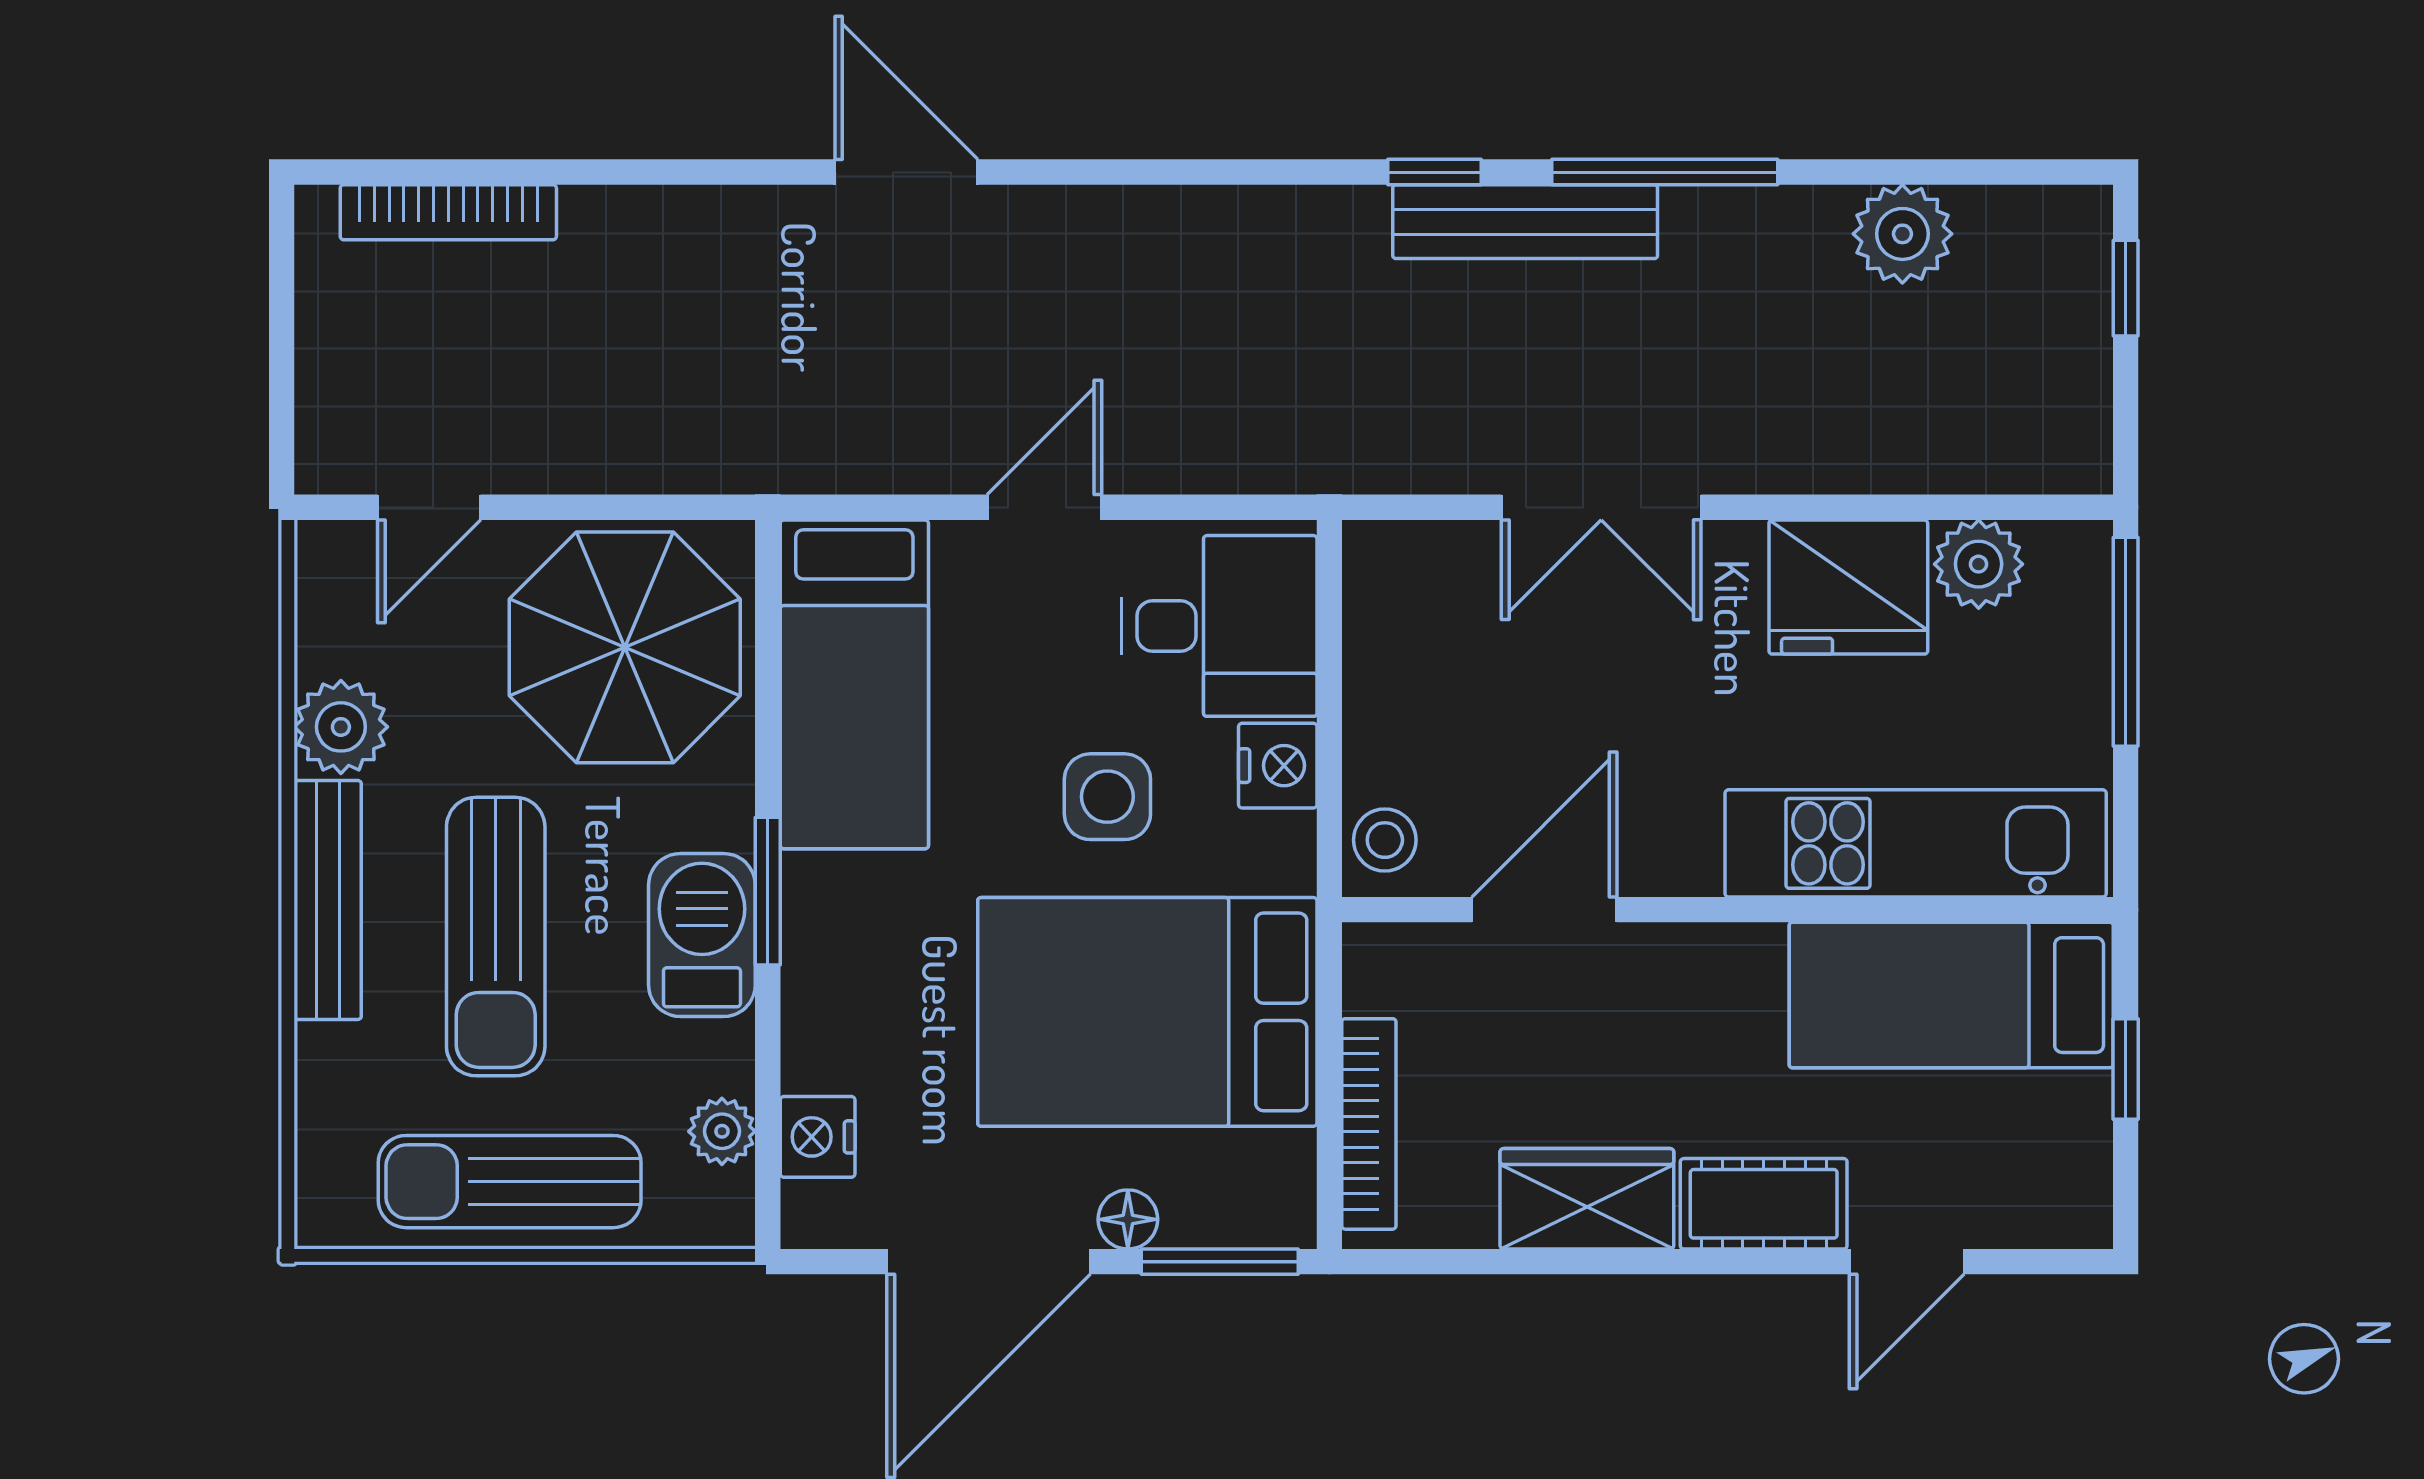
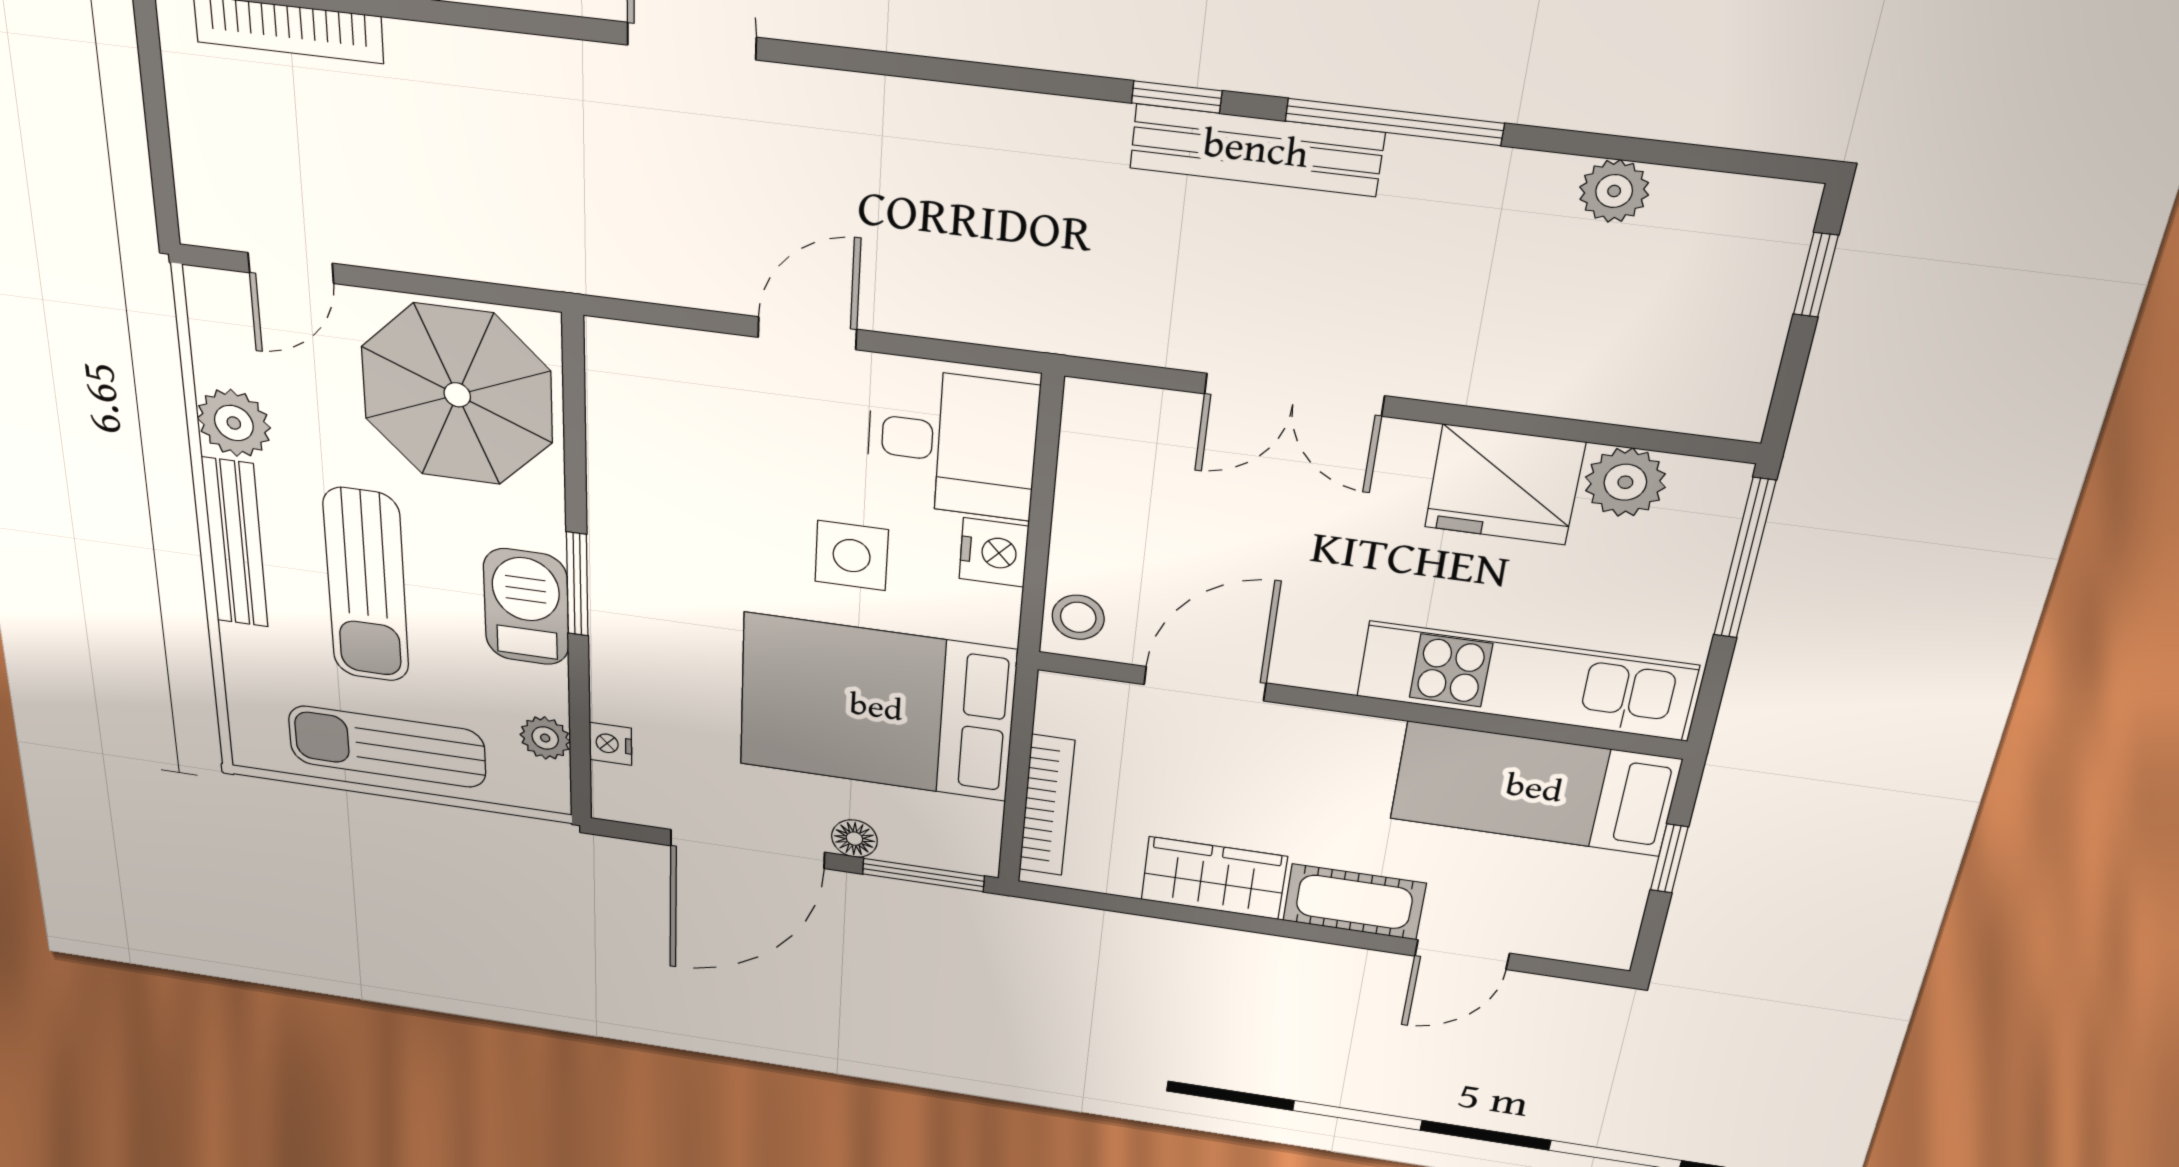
plant: (1902, 234) -> (1614, 191), width x0.73, depth x0.73
bed: (854, 684) -> (646, 447), removed
nightstand: (818, 1137) -> (611, 744), width x0.72, depth x0.74

